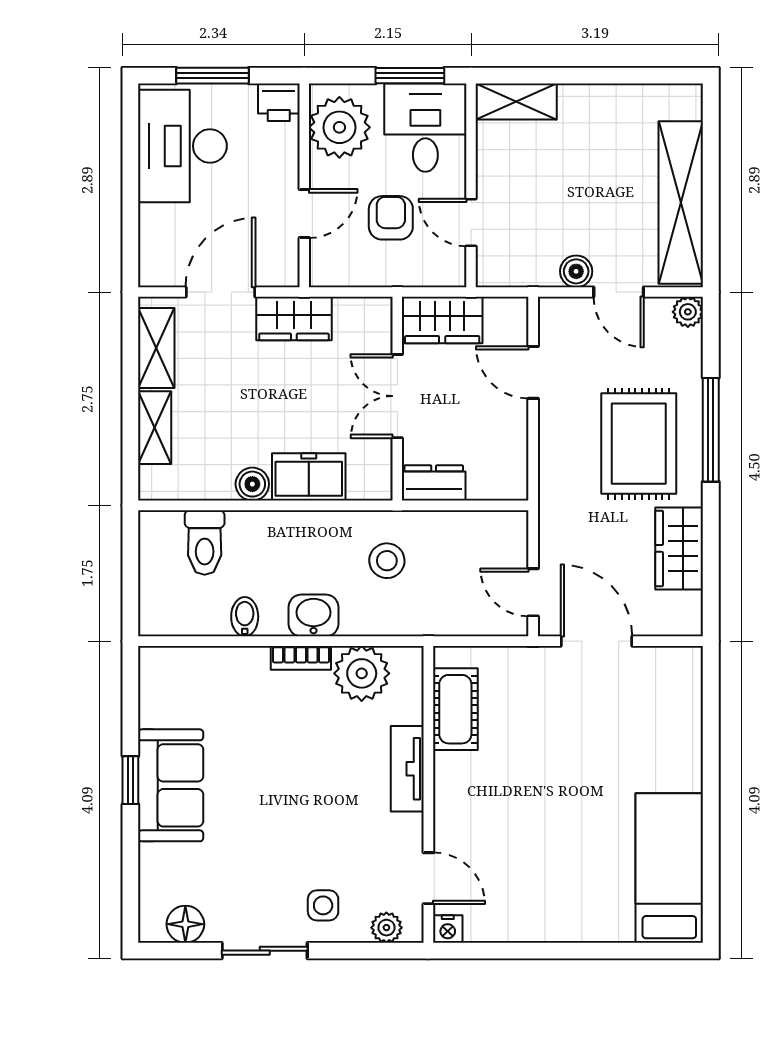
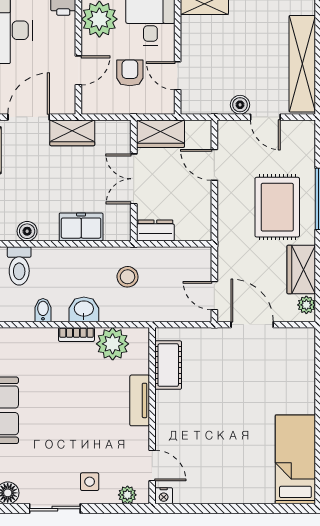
plant: (688, 312) -> (306, 305), moved
boiler: (252, 484) -> (27, 231), moved

